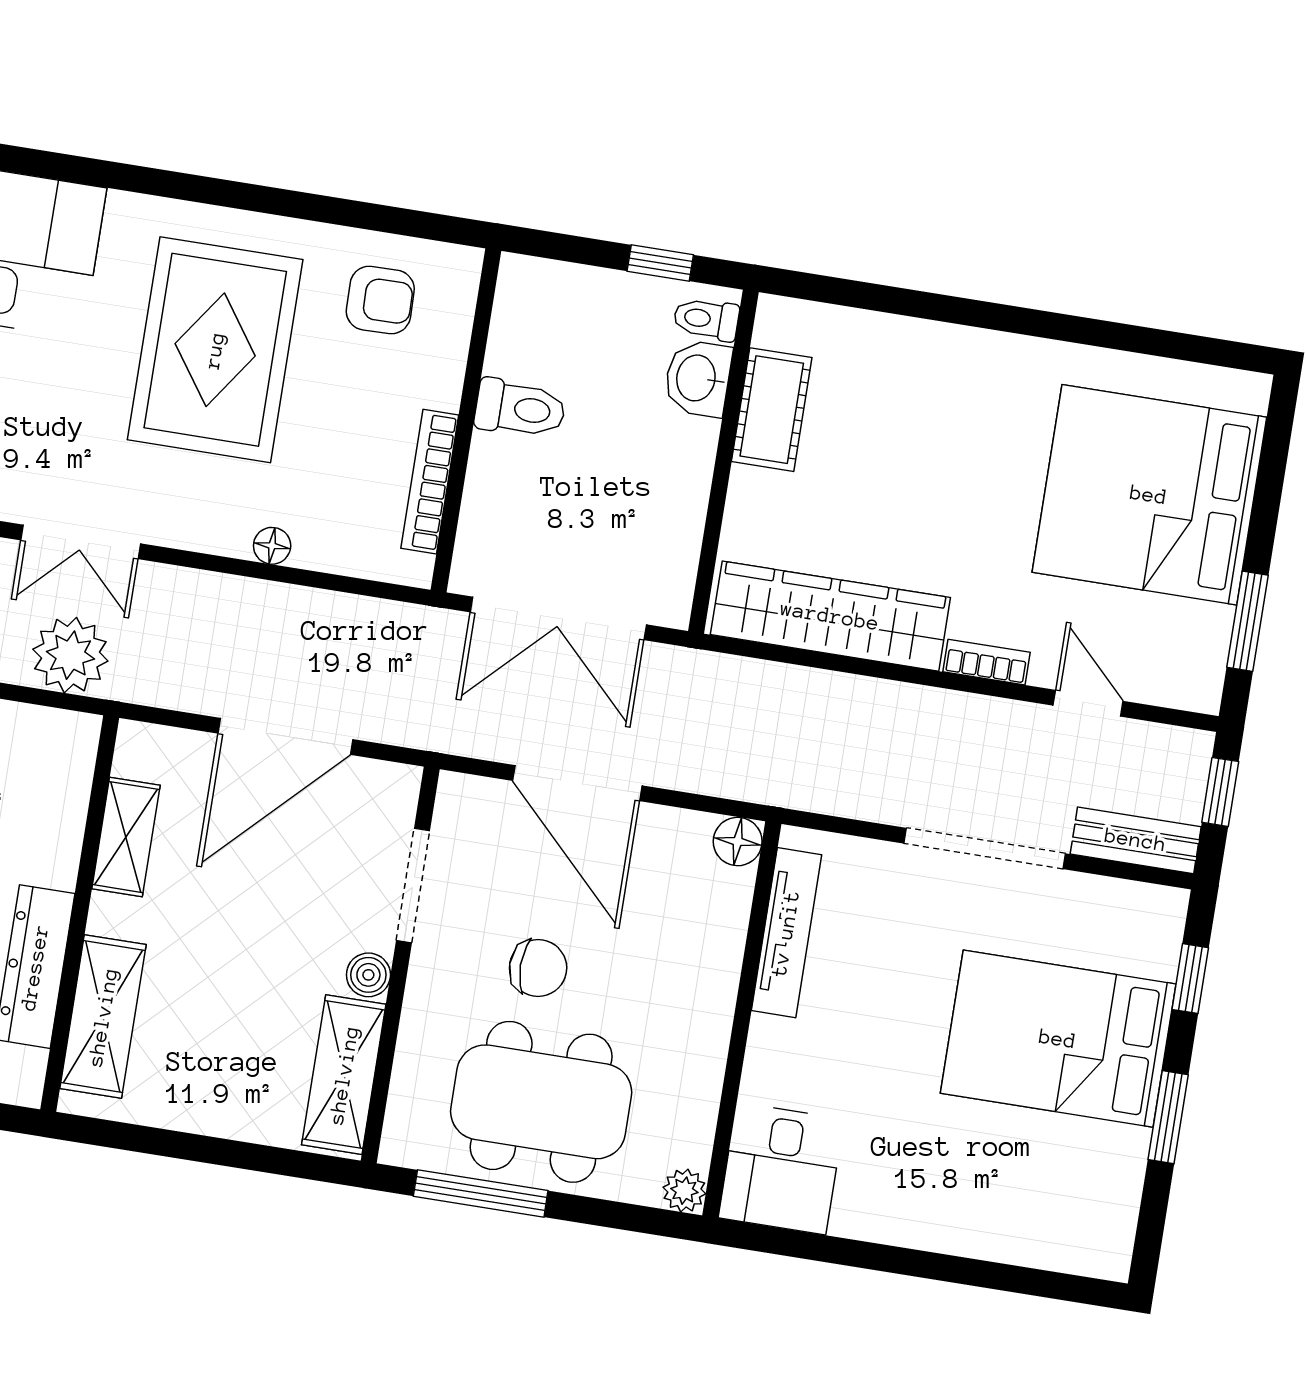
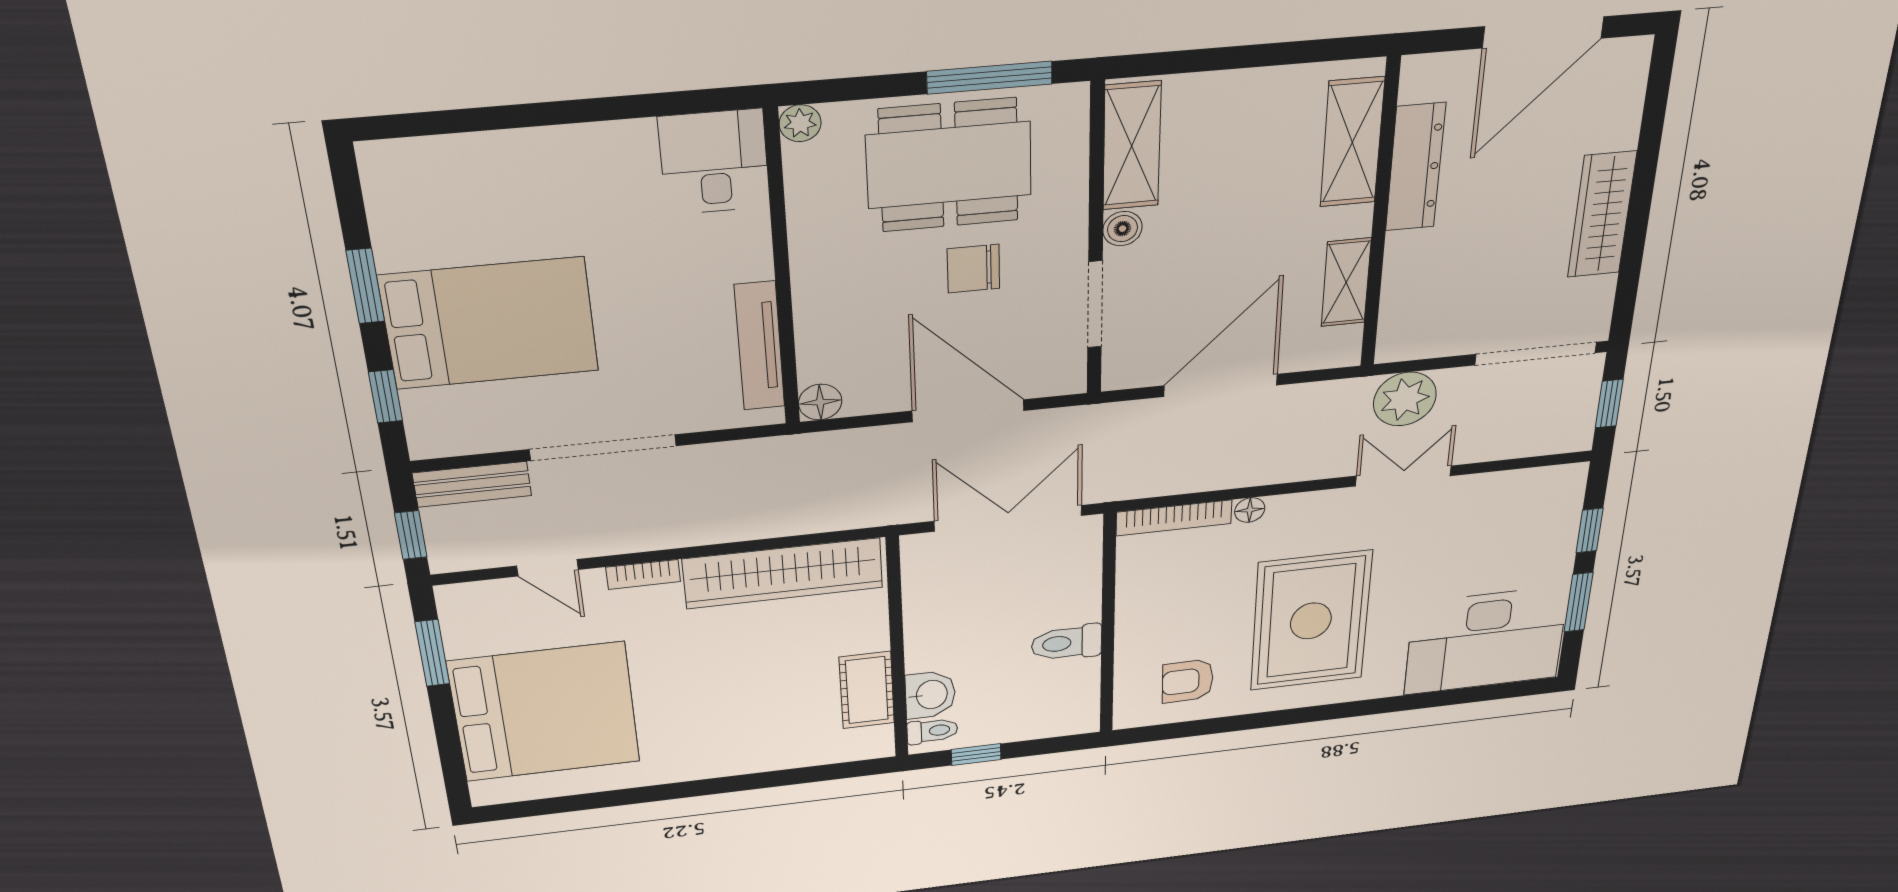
bookcase: (430, 482) -> (1174, 518), moved, turned 90

